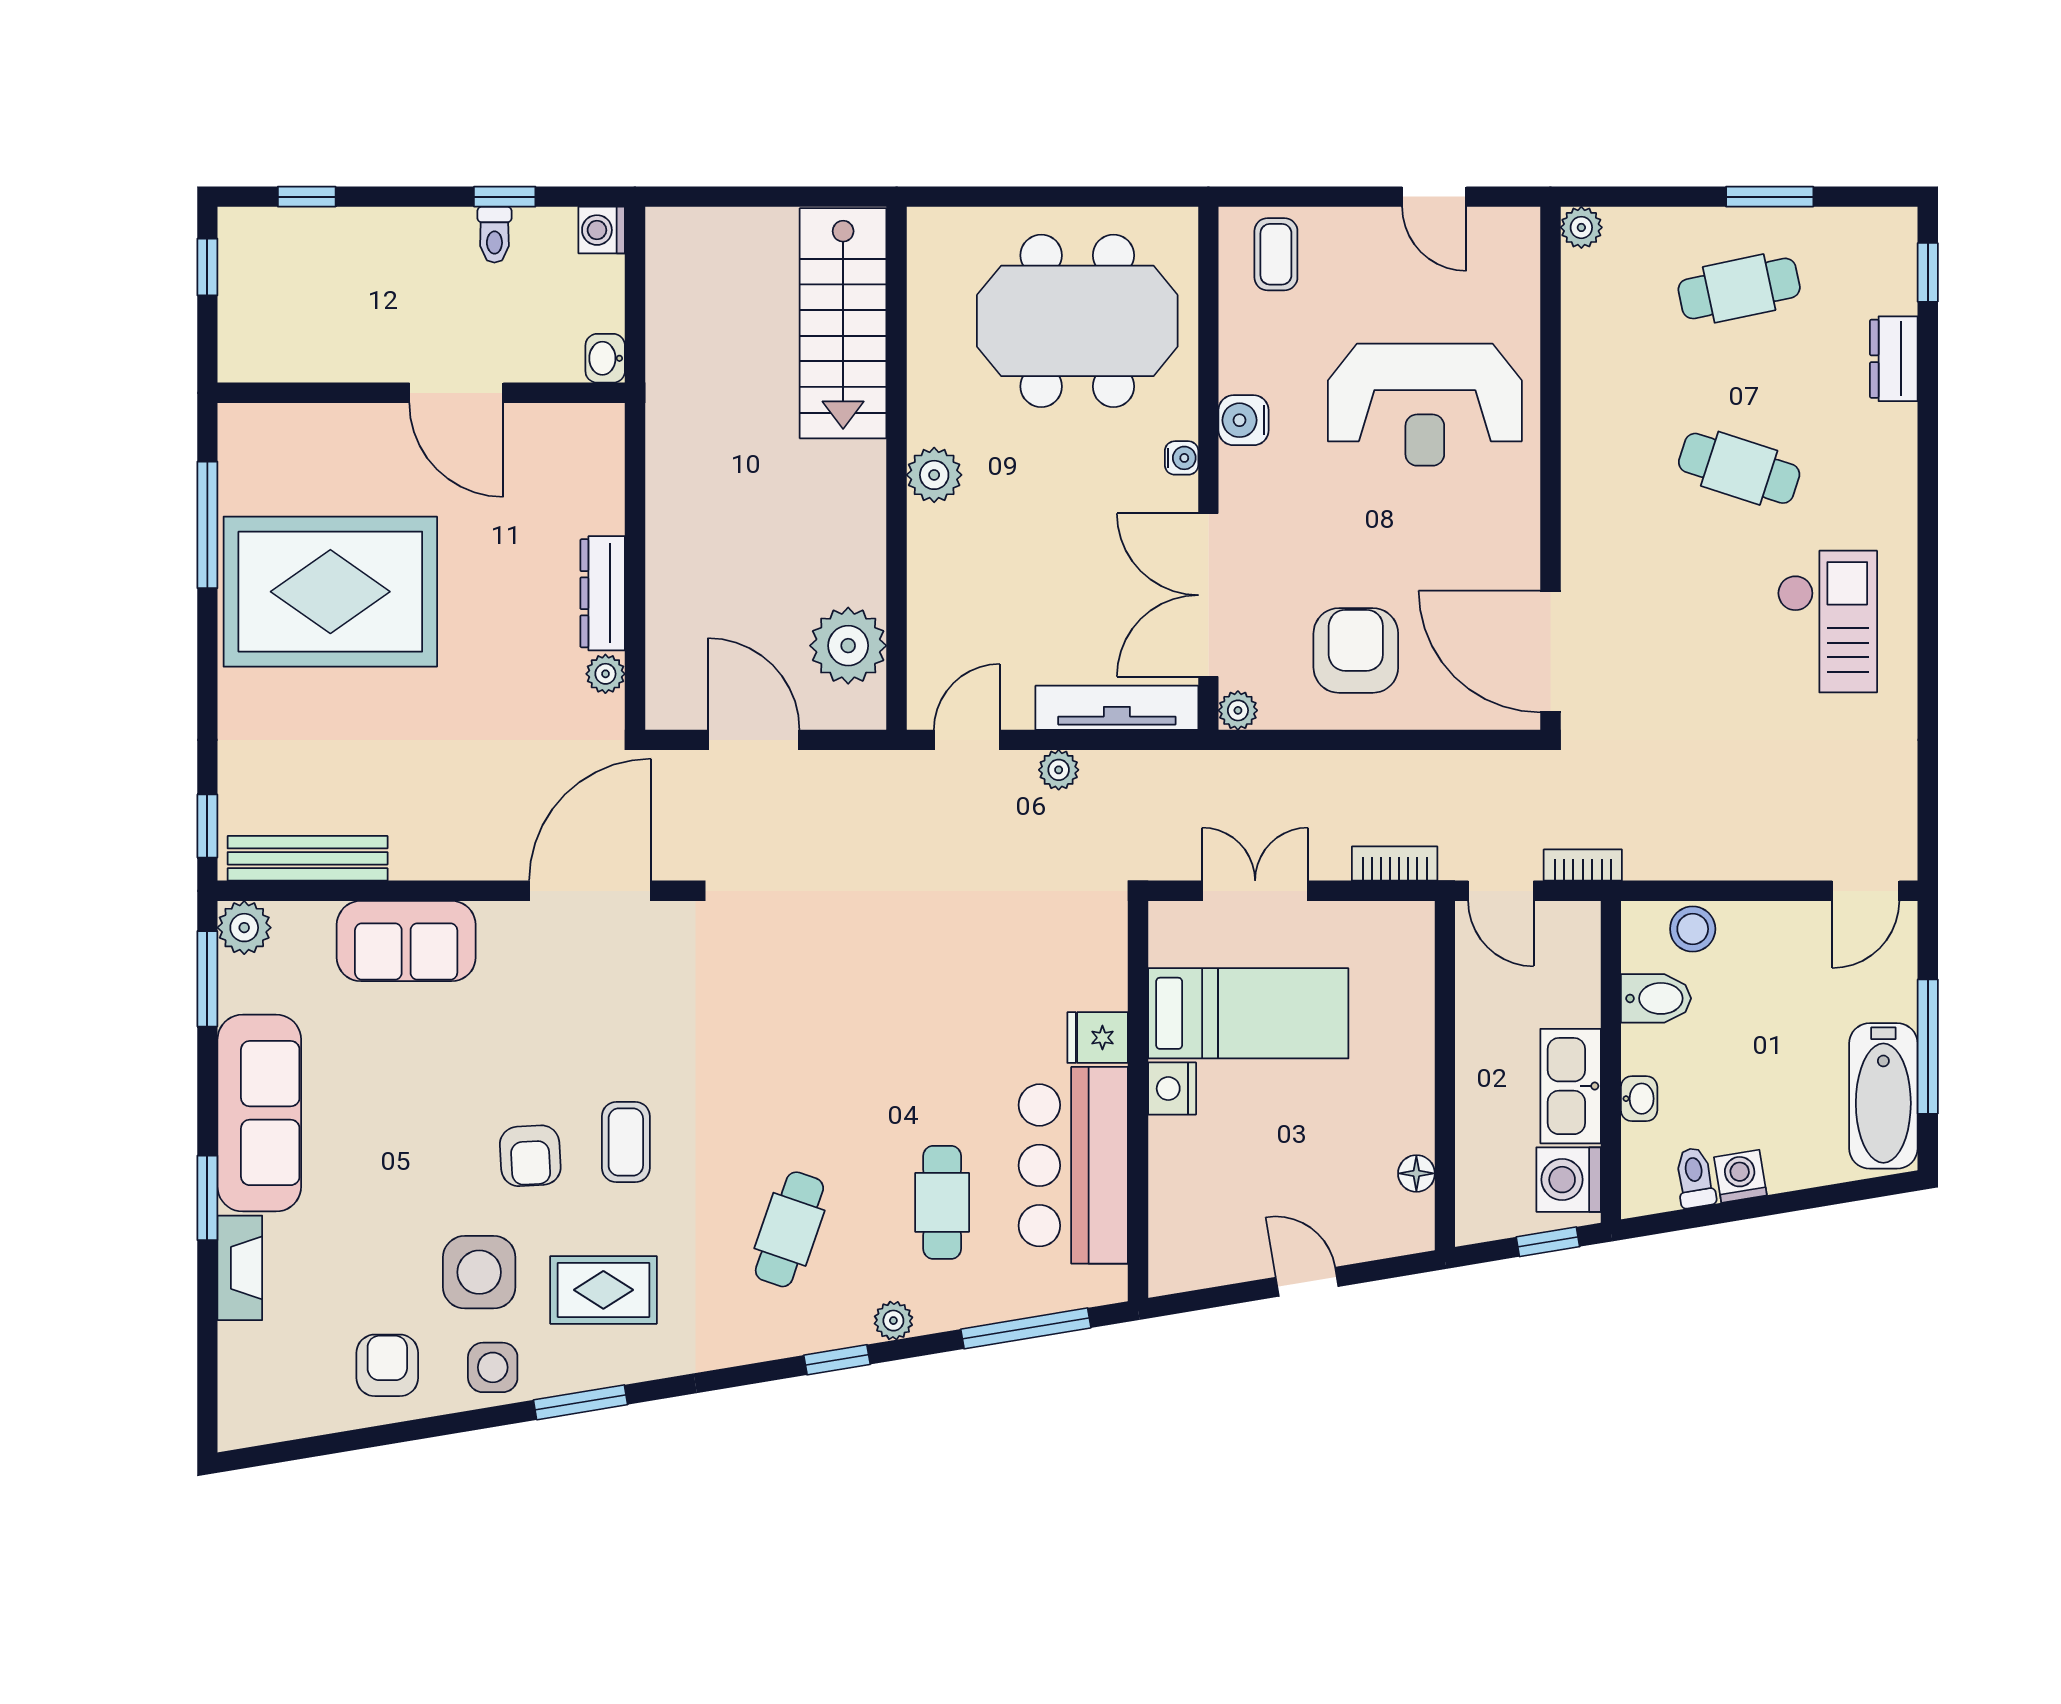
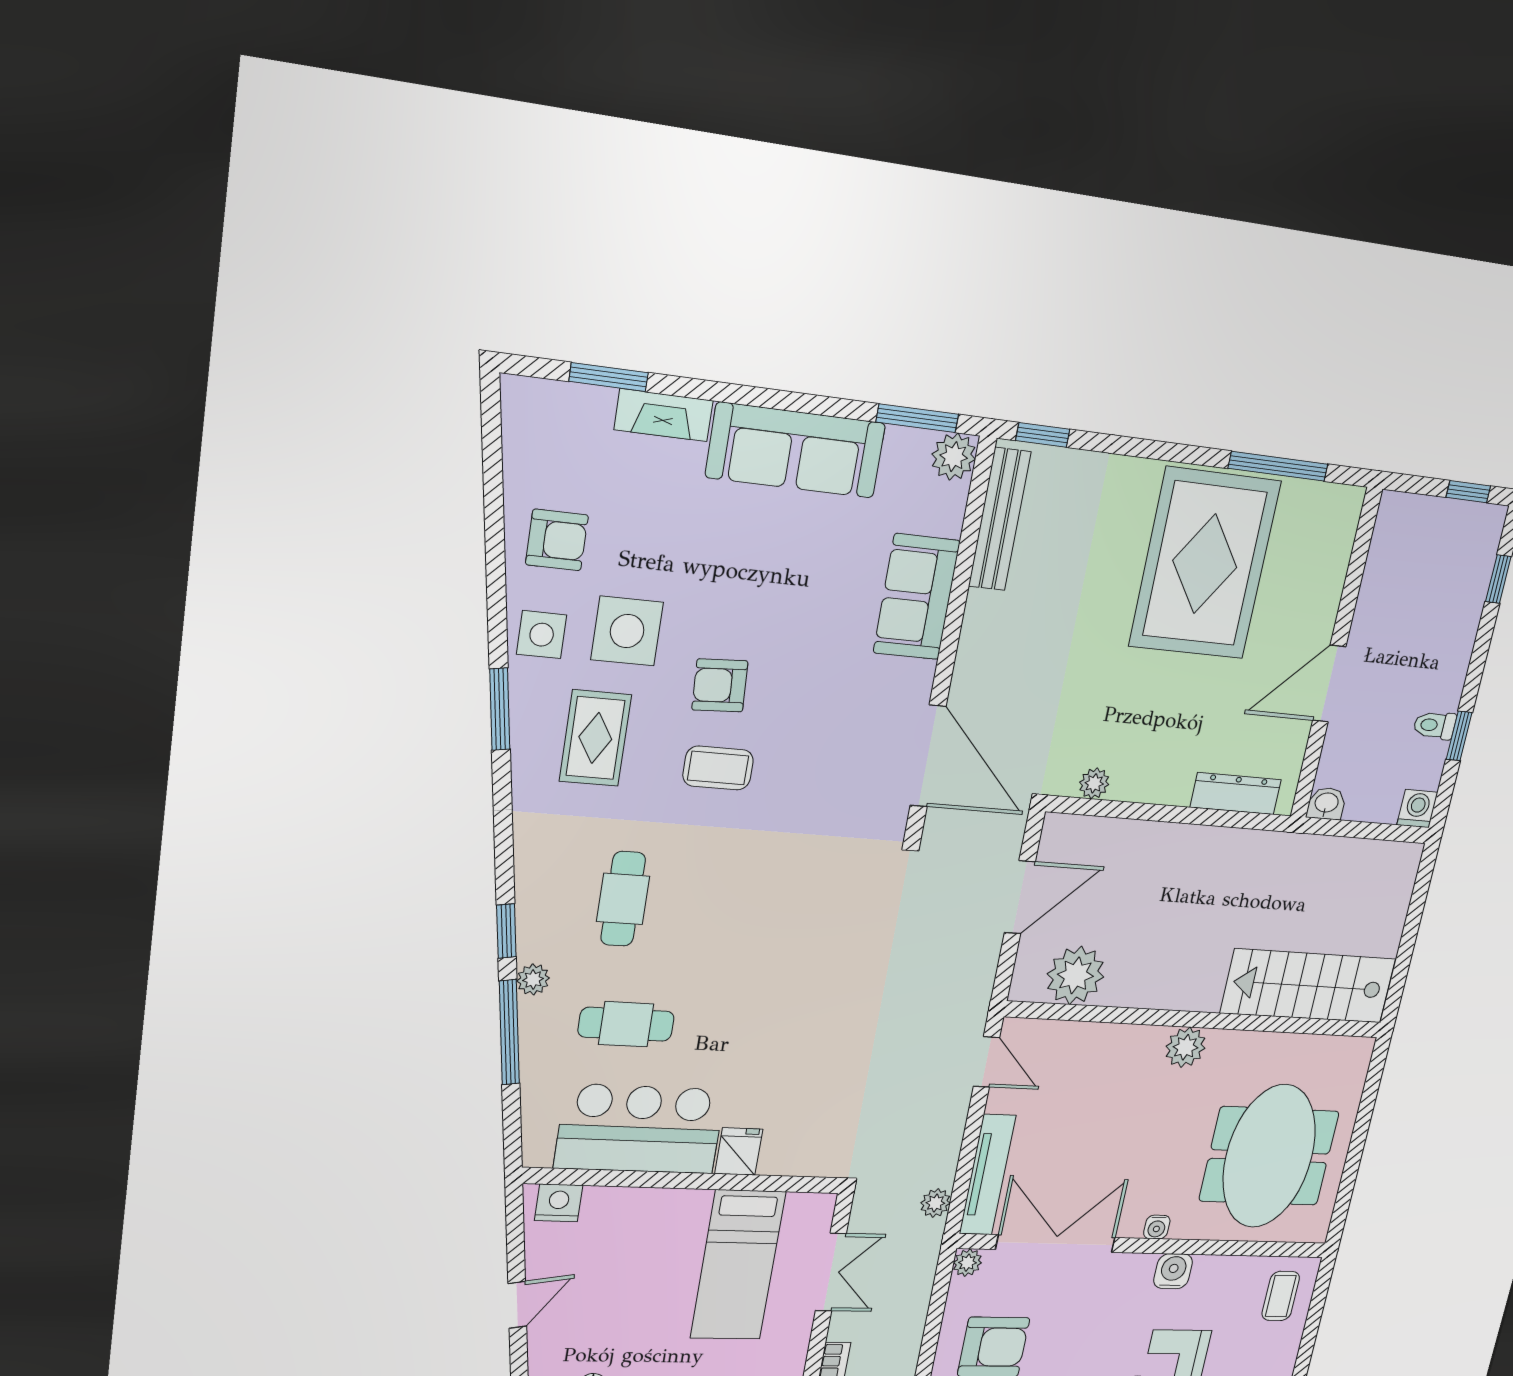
coffee table: (1276, 254) -> (1281, 1296), turned 90
dresser: (603, 593) -> (1236, 793), moved
plant: (1059, 770) -> (935, 1203), moved
nightstand: (1172, 1089) -> (559, 1203), moved
window: (207, 1198) -> (609, 377), moved
cafe table: (789, 1229) -> (623, 899), turned 71
window: (1026, 1328) -> (509, 1032), moved

